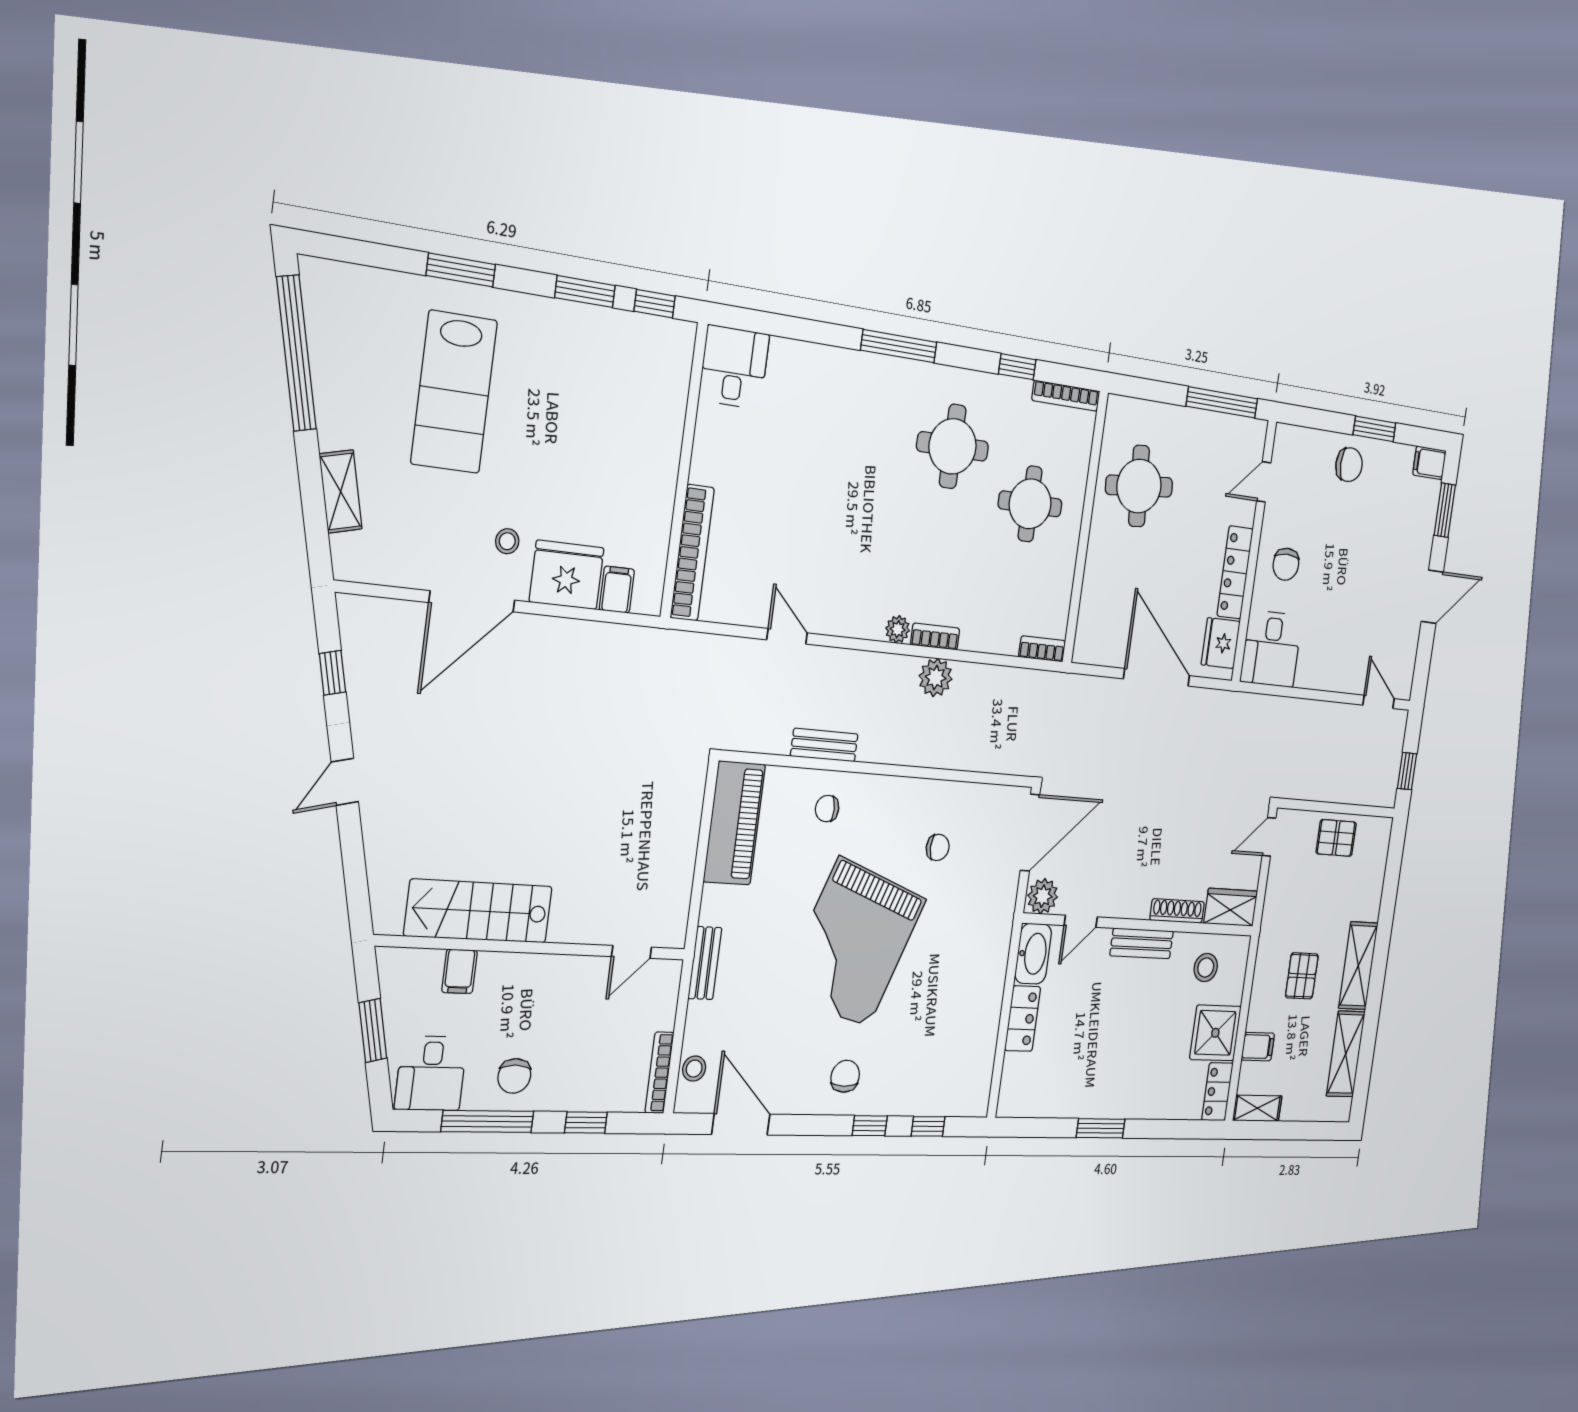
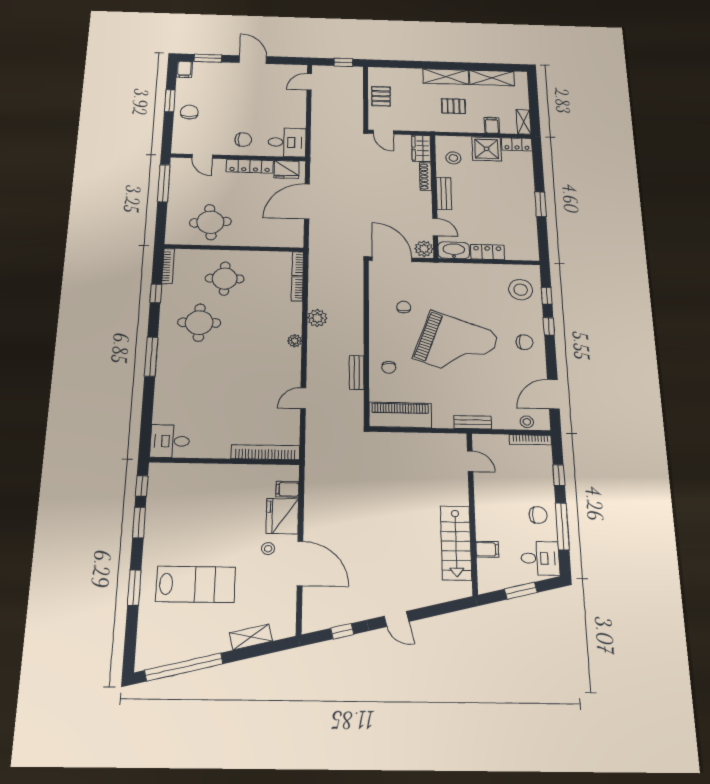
bookcase: (935, 637) -> (297, 289), moved
chair: (845, 1076) -> (524, 342), turned 180
stool: (945, 1077) -> (521, 290), added

